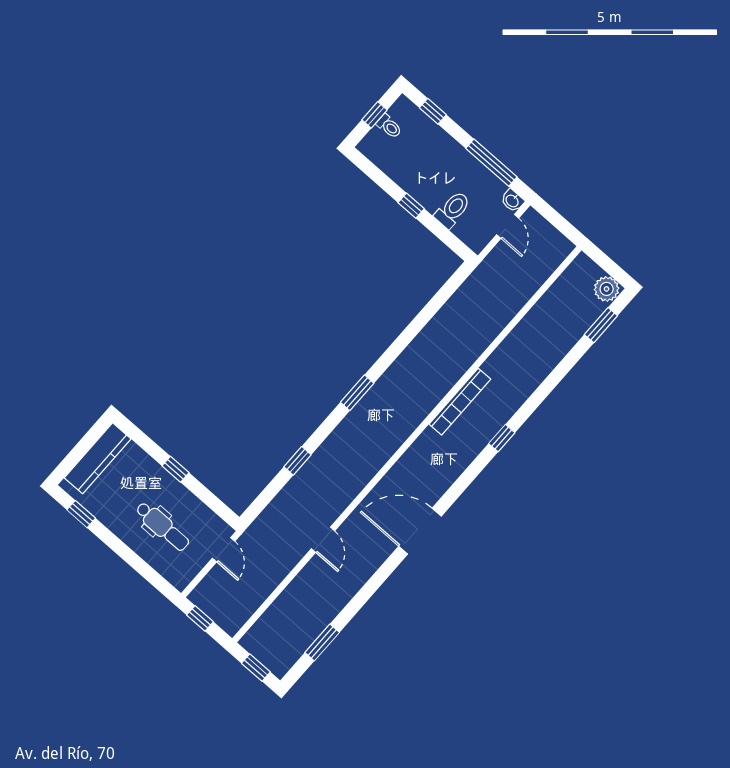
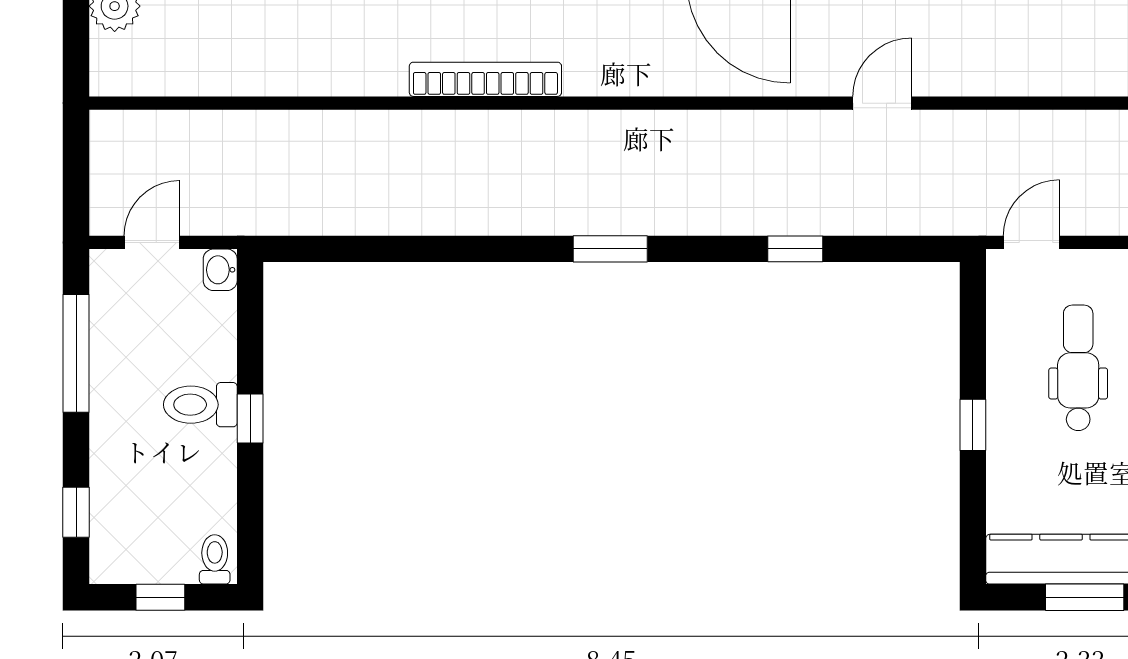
toilet: (389, 126) -> (215, 559), moved
washbasin: (512, 201) -> (220, 270), moved, turned 180
toilet: (453, 210) -> (200, 405), moved
window: (76, 455) -> (1085, 597), added

